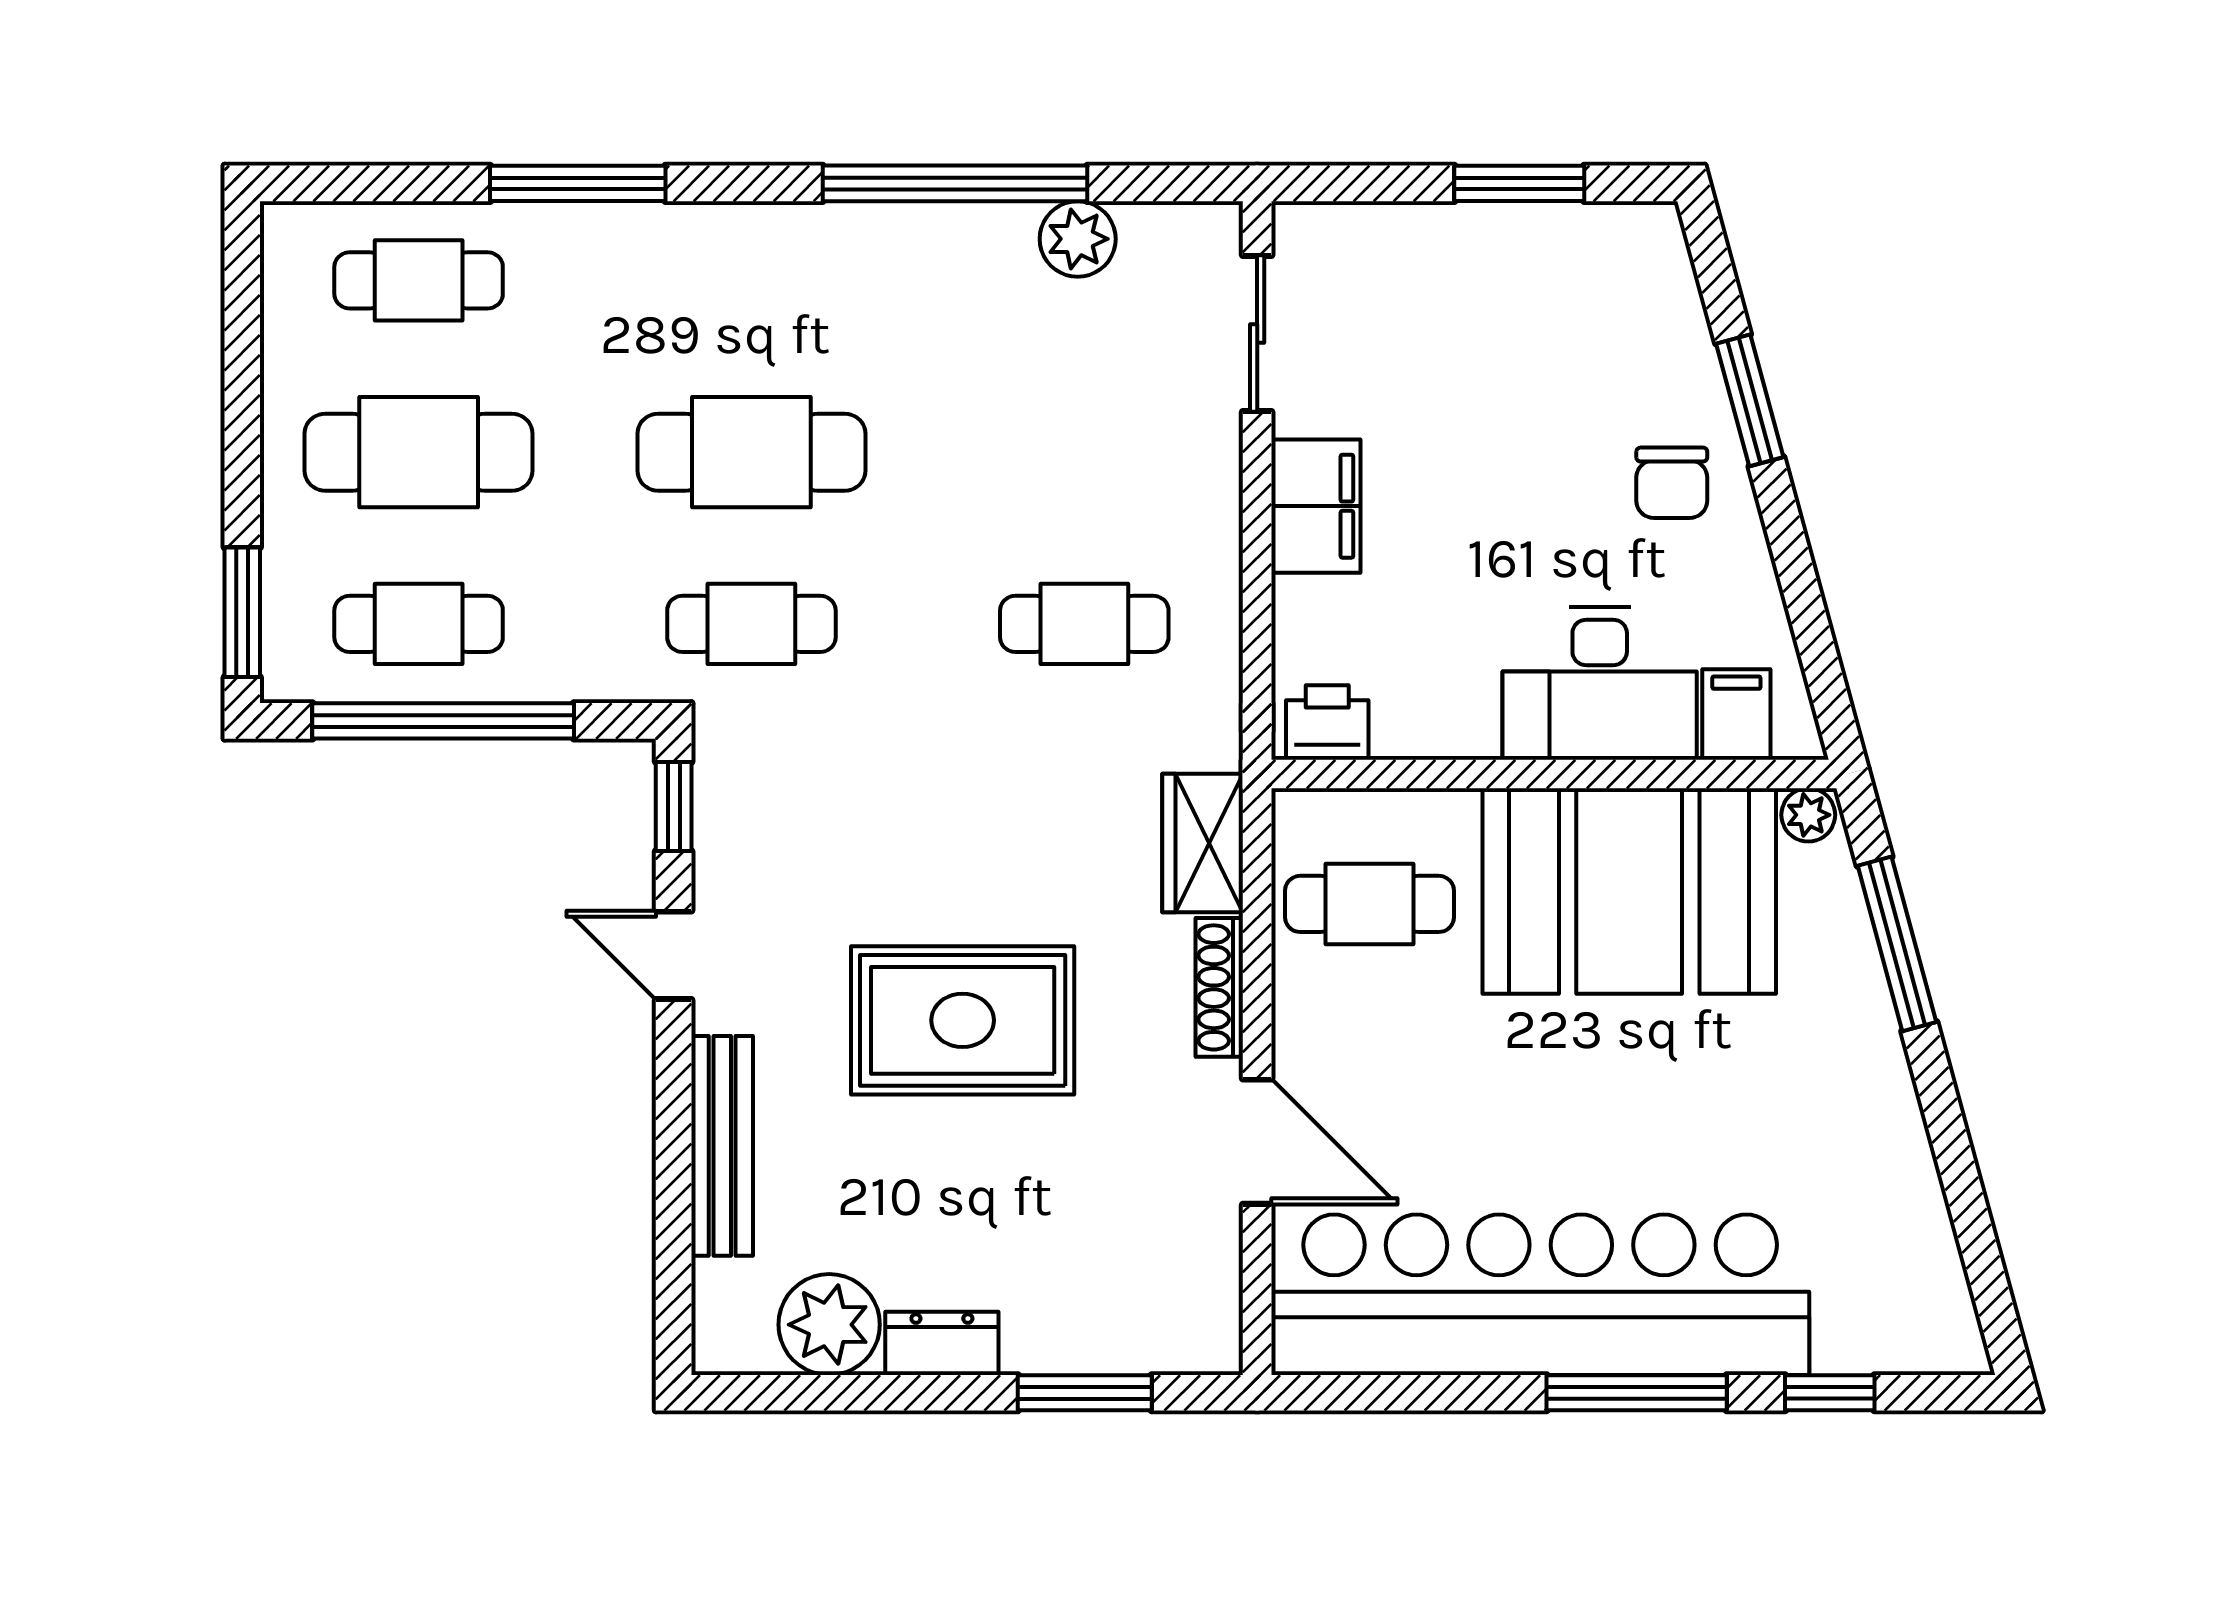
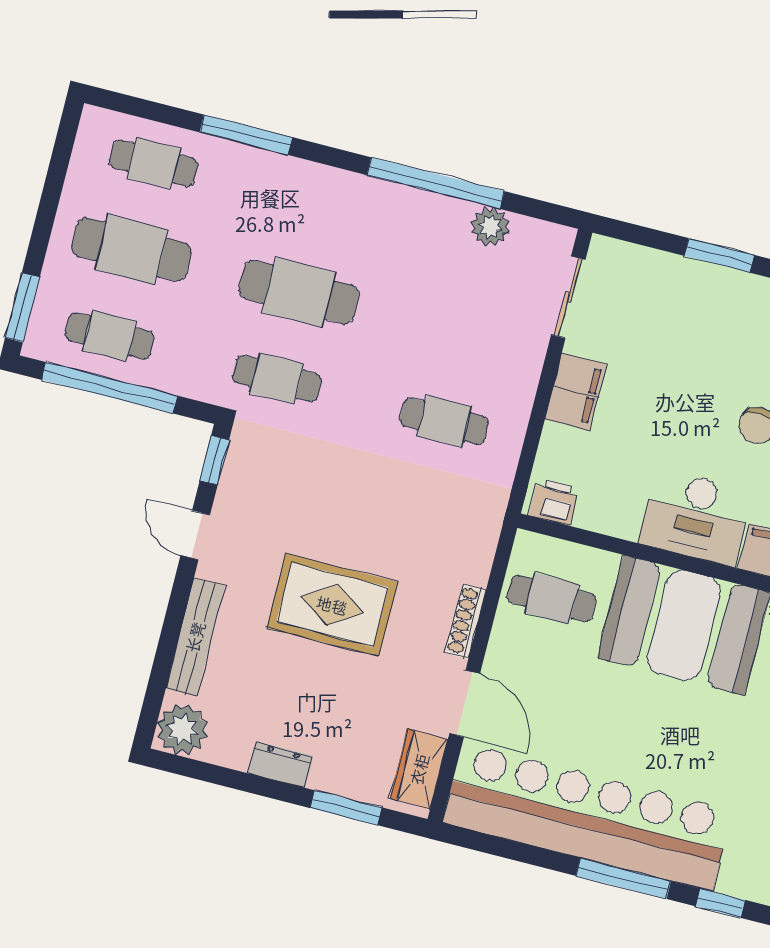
wardrobe: (1203, 843) -> (419, 769), moved
plant: (829, 1325) -> (182, 729), moved

